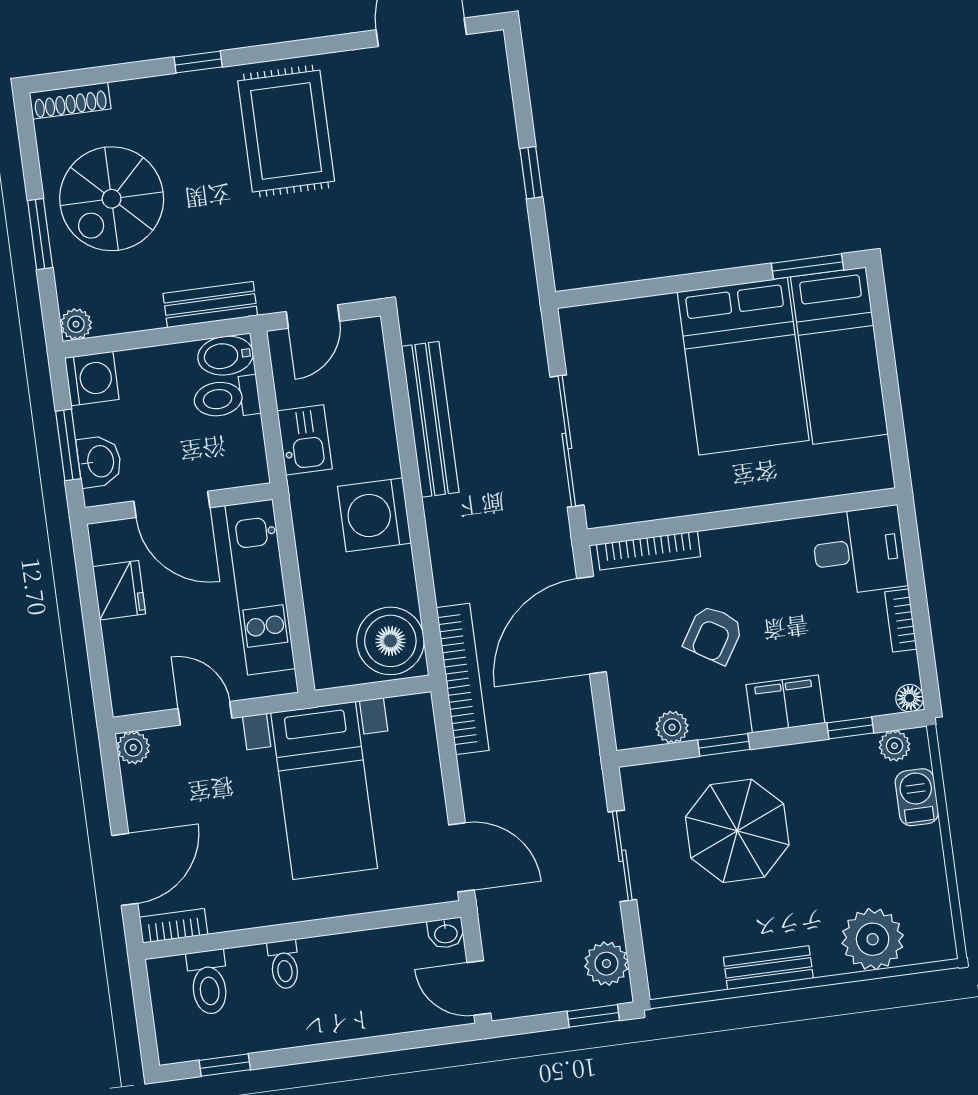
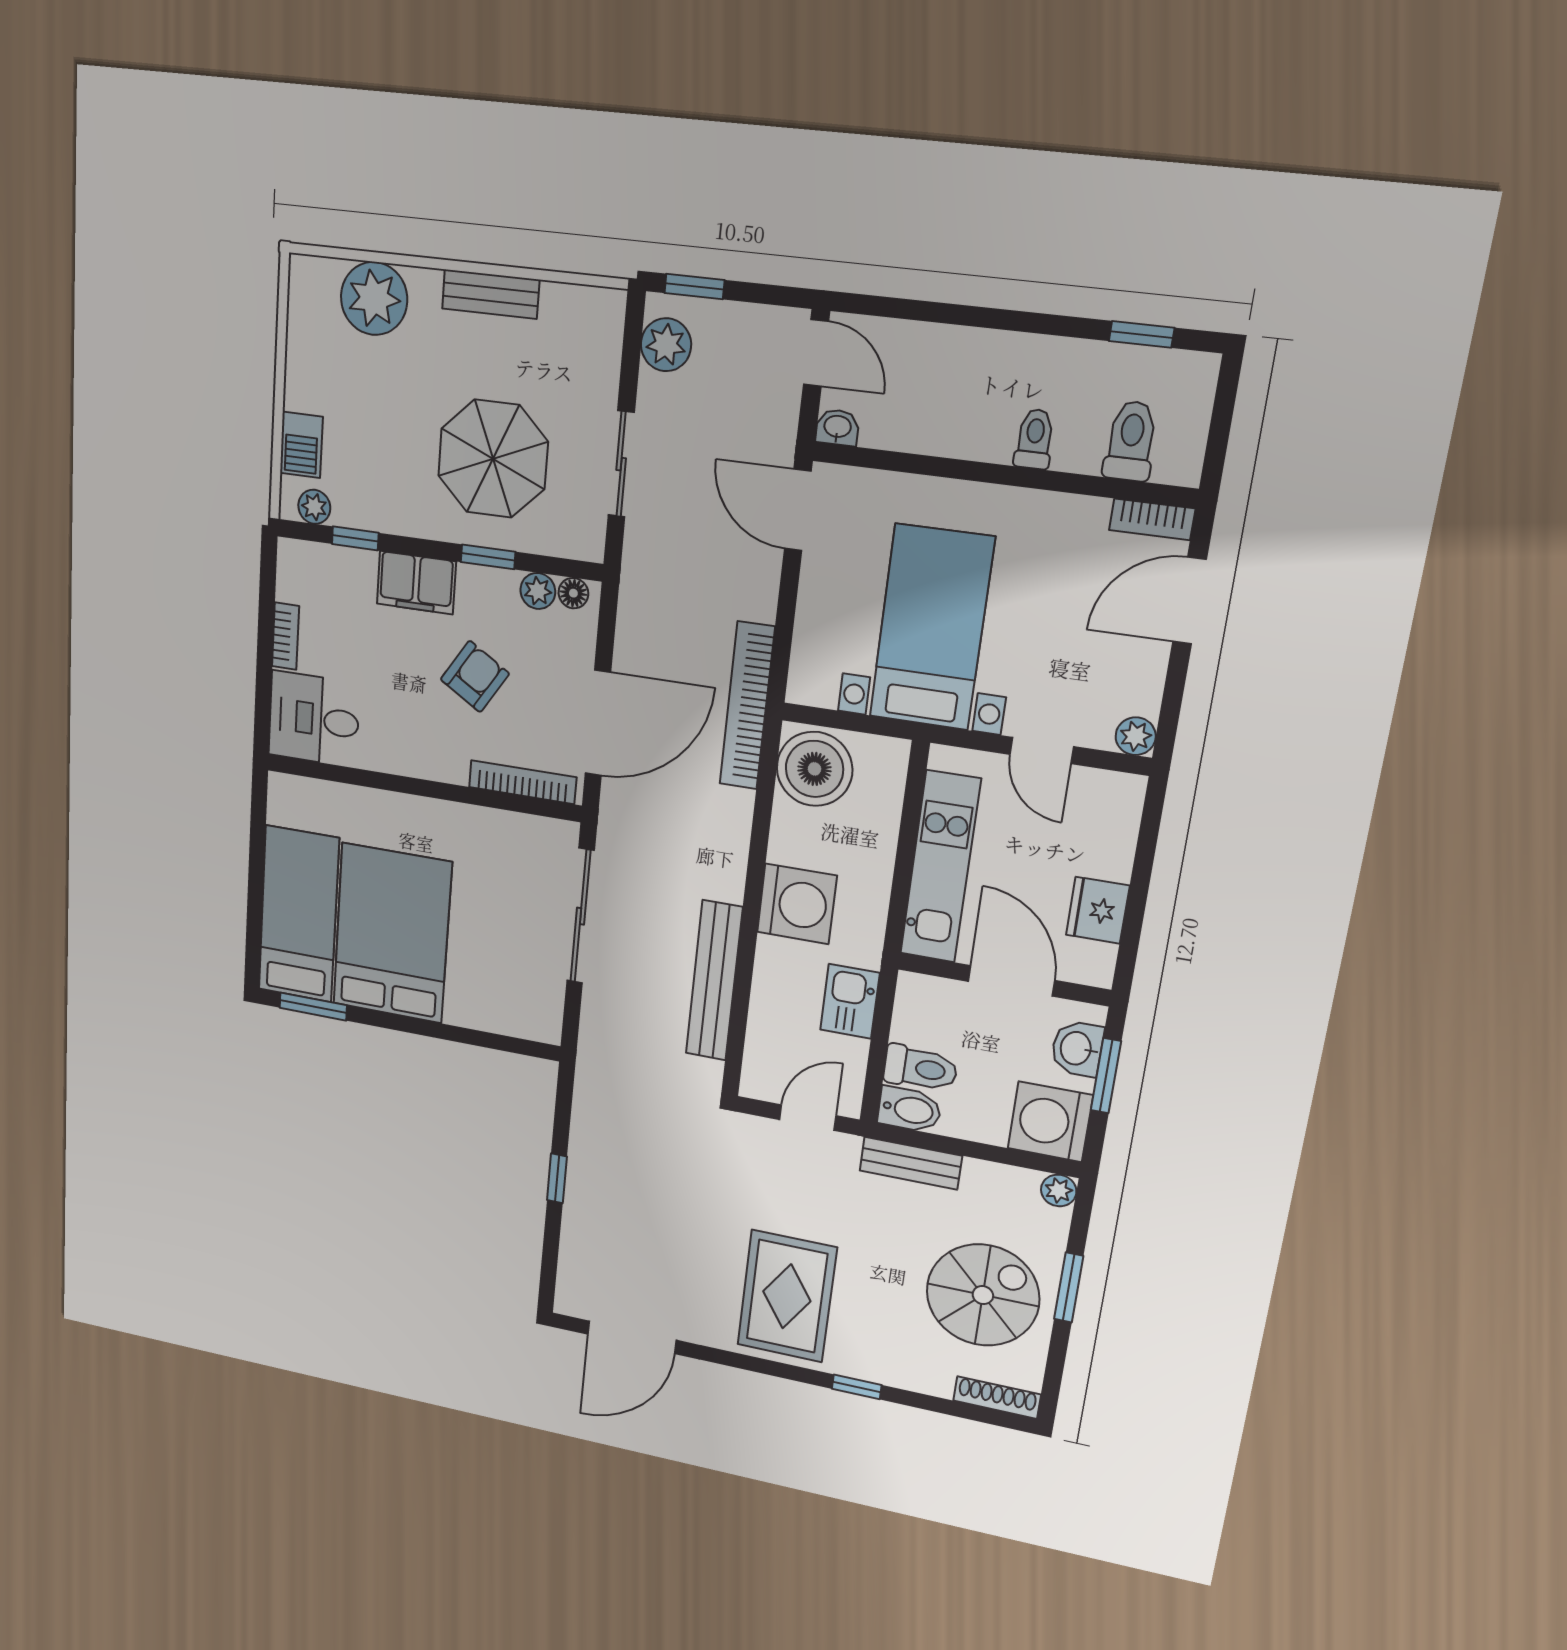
washing machine: (92, 378) -> (1050, 1122), width x1.37, depth x1.37
floor lamp: (910, 698) -> (573, 593), moved

